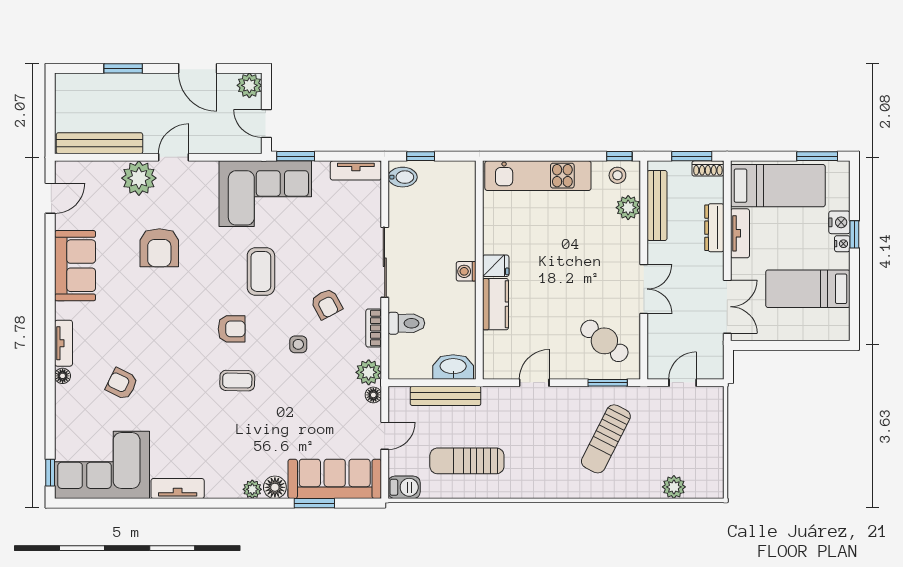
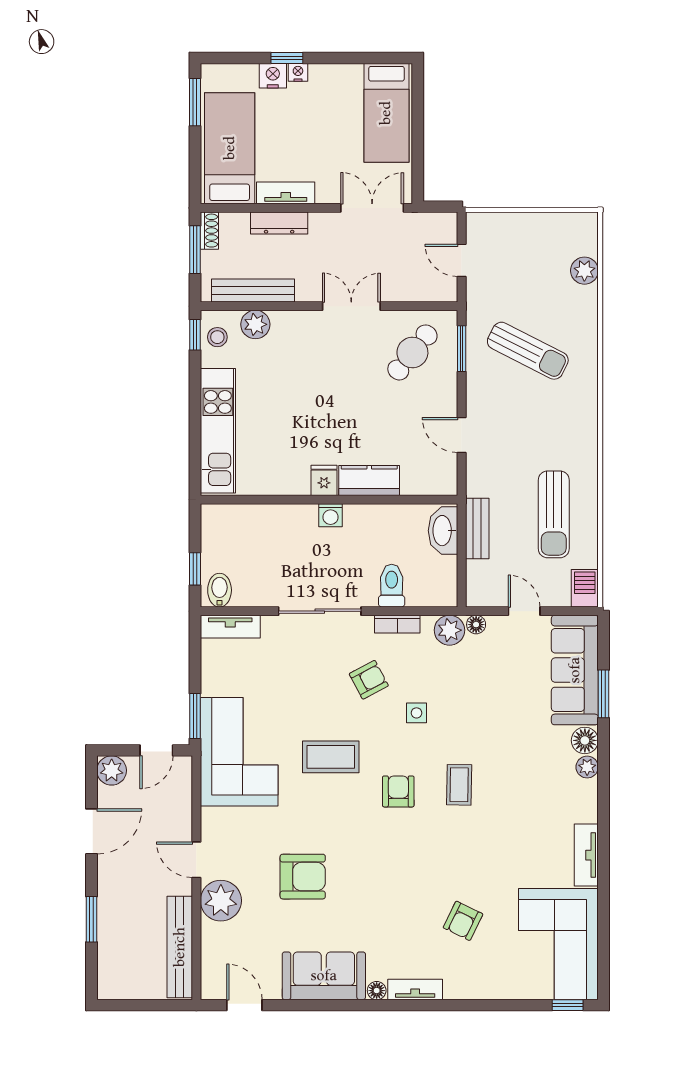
tv unit: (356, 170) -> (230, 627), moved, turned 90
bed: (808, 289) -> (386, 113), moved
floor lamp: (63, 376) -> (377, 991), moved
bench: (446, 396) -> (477, 528), width x0.73

